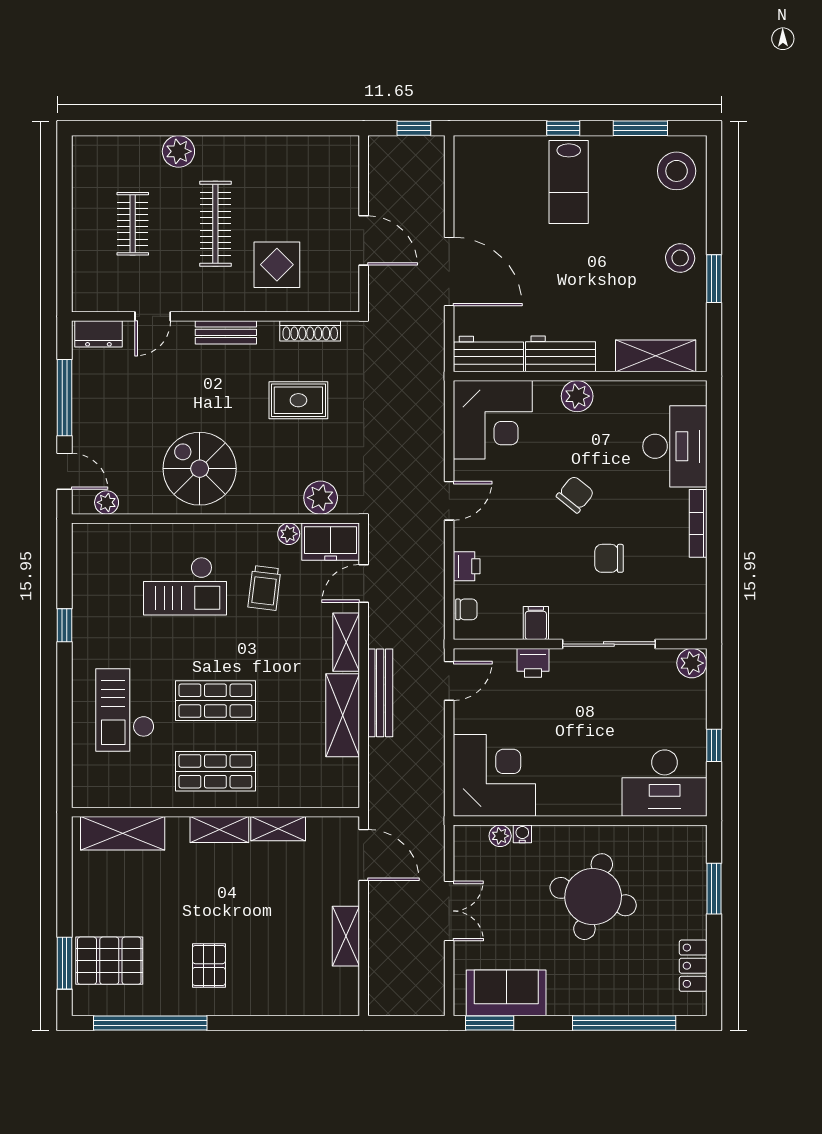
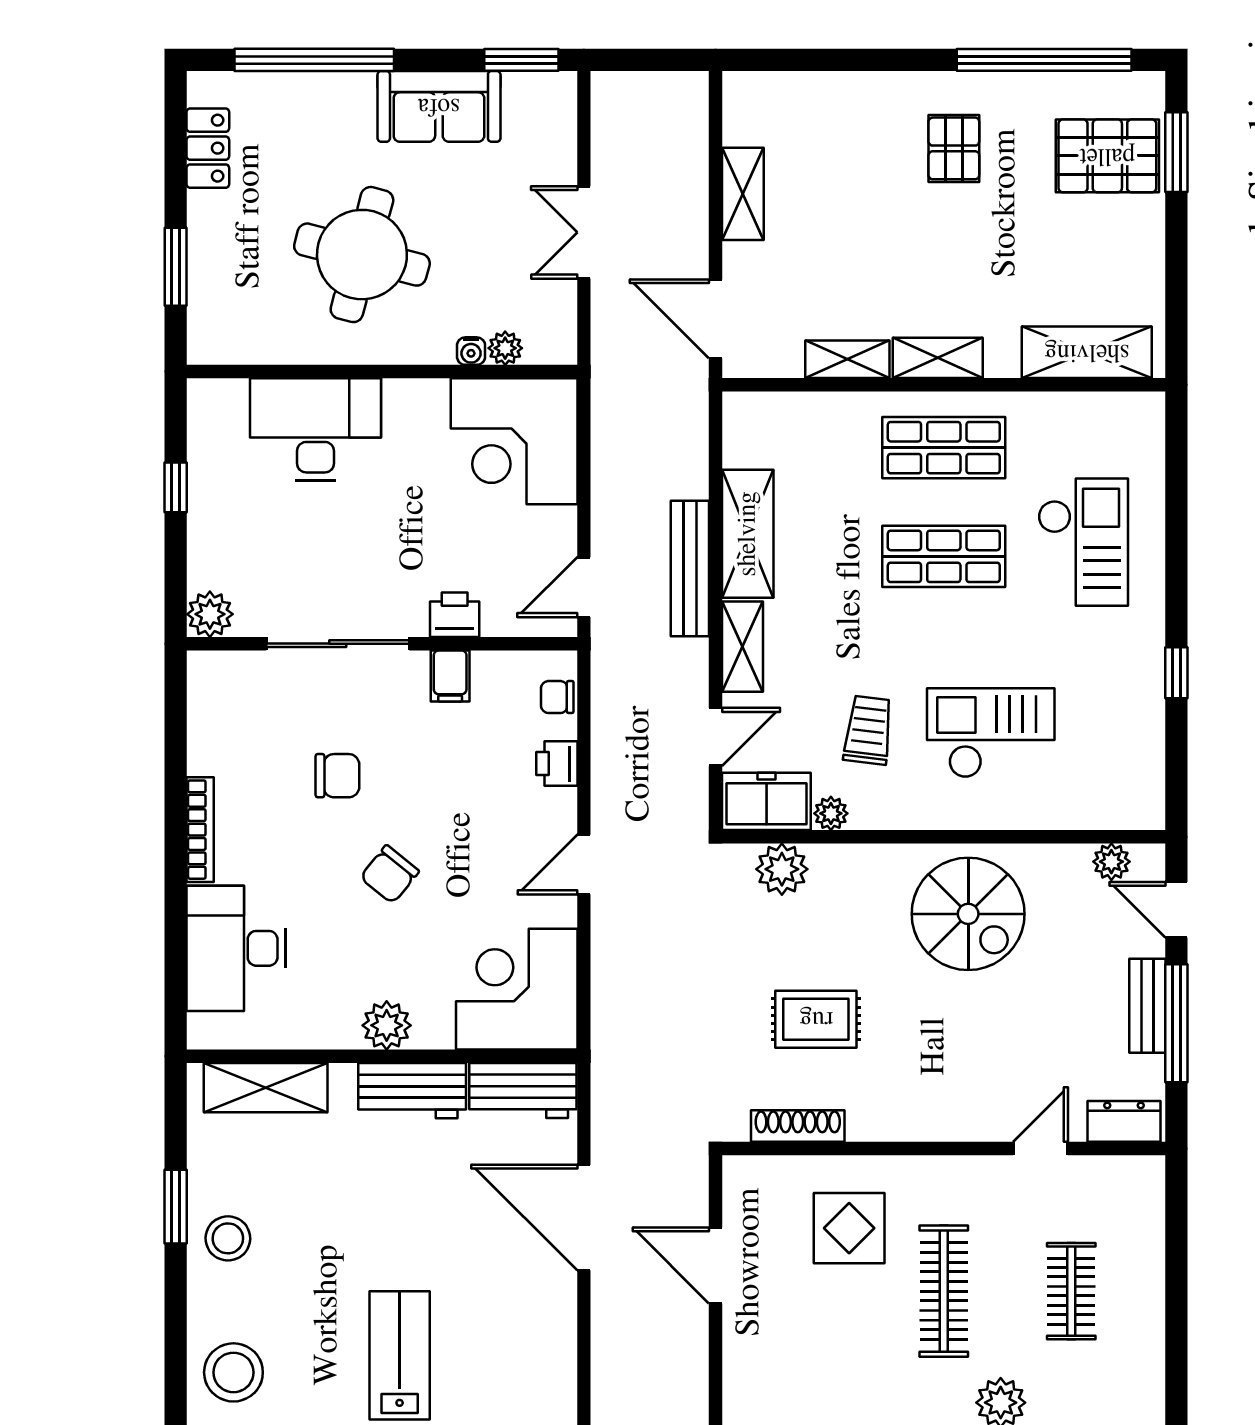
bench: (226, 332) -> (1147, 1006), moved, turned 90
desk: (665, 783) -> (316, 429), moved
sofa: (506, 993) -> (439, 106), moved

